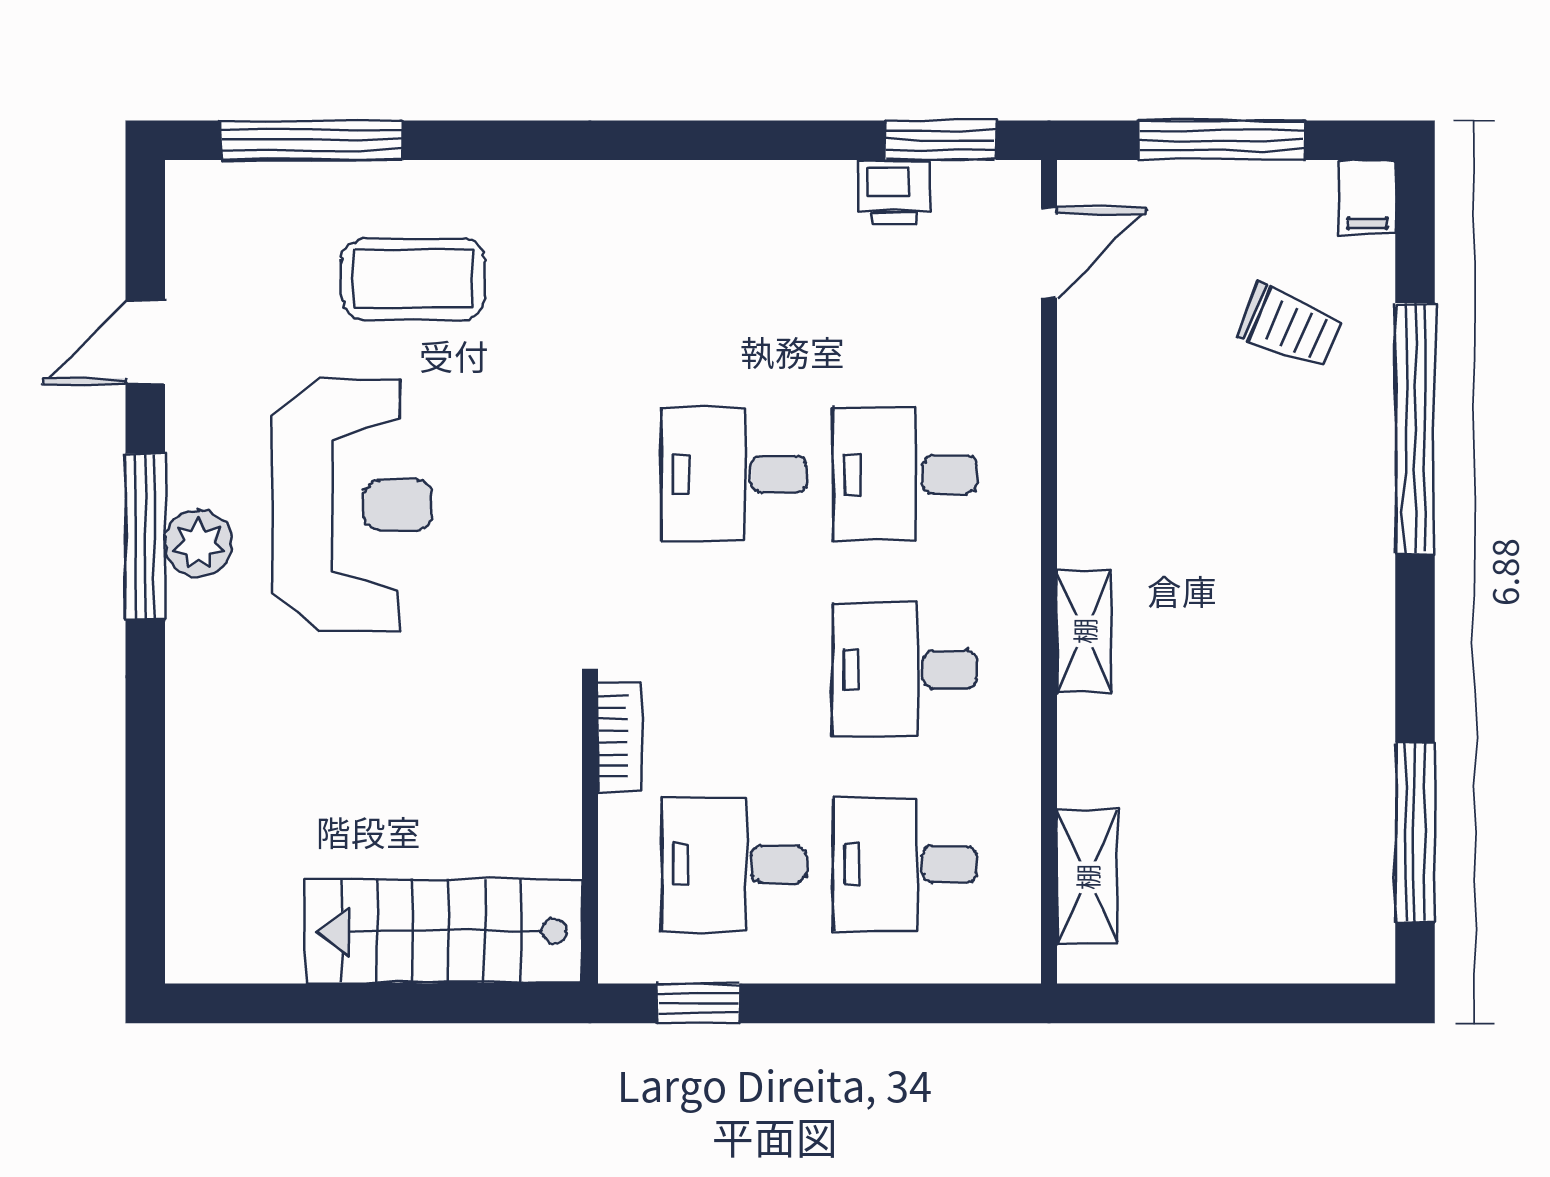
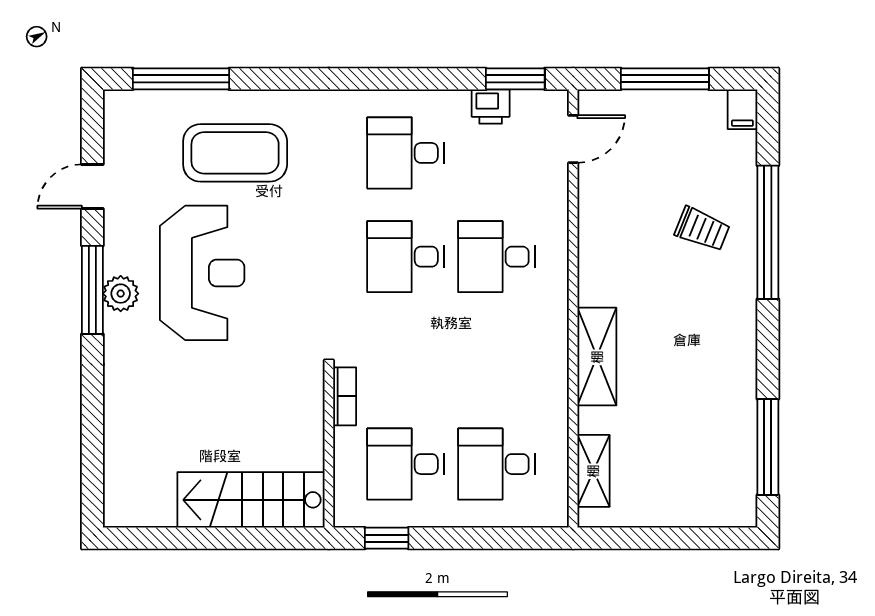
coffee table: (414, 279) -> (235, 153), width x1.36, depth x1.32
trolley: (1290, 327) -> (702, 229), moved
shelving: (1084, 631) -> (597, 357), width x1.50, depth x1.33
desk: (905, 669) -> (406, 153), moved

